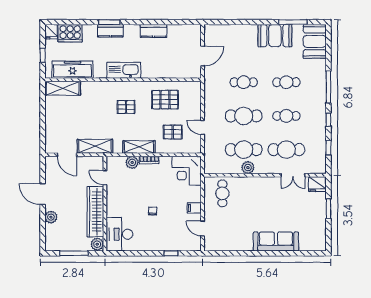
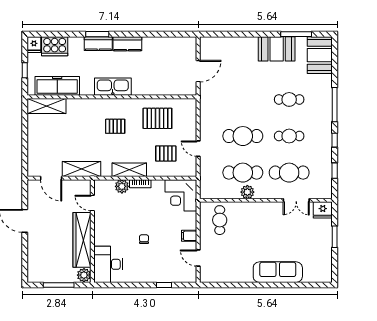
kitchen counter: (154, 31) -> (127, 44), moved
cafe table: (244, 82) -> (243, 99), removed
plant: (51, 217) -> (34, 246), removed

